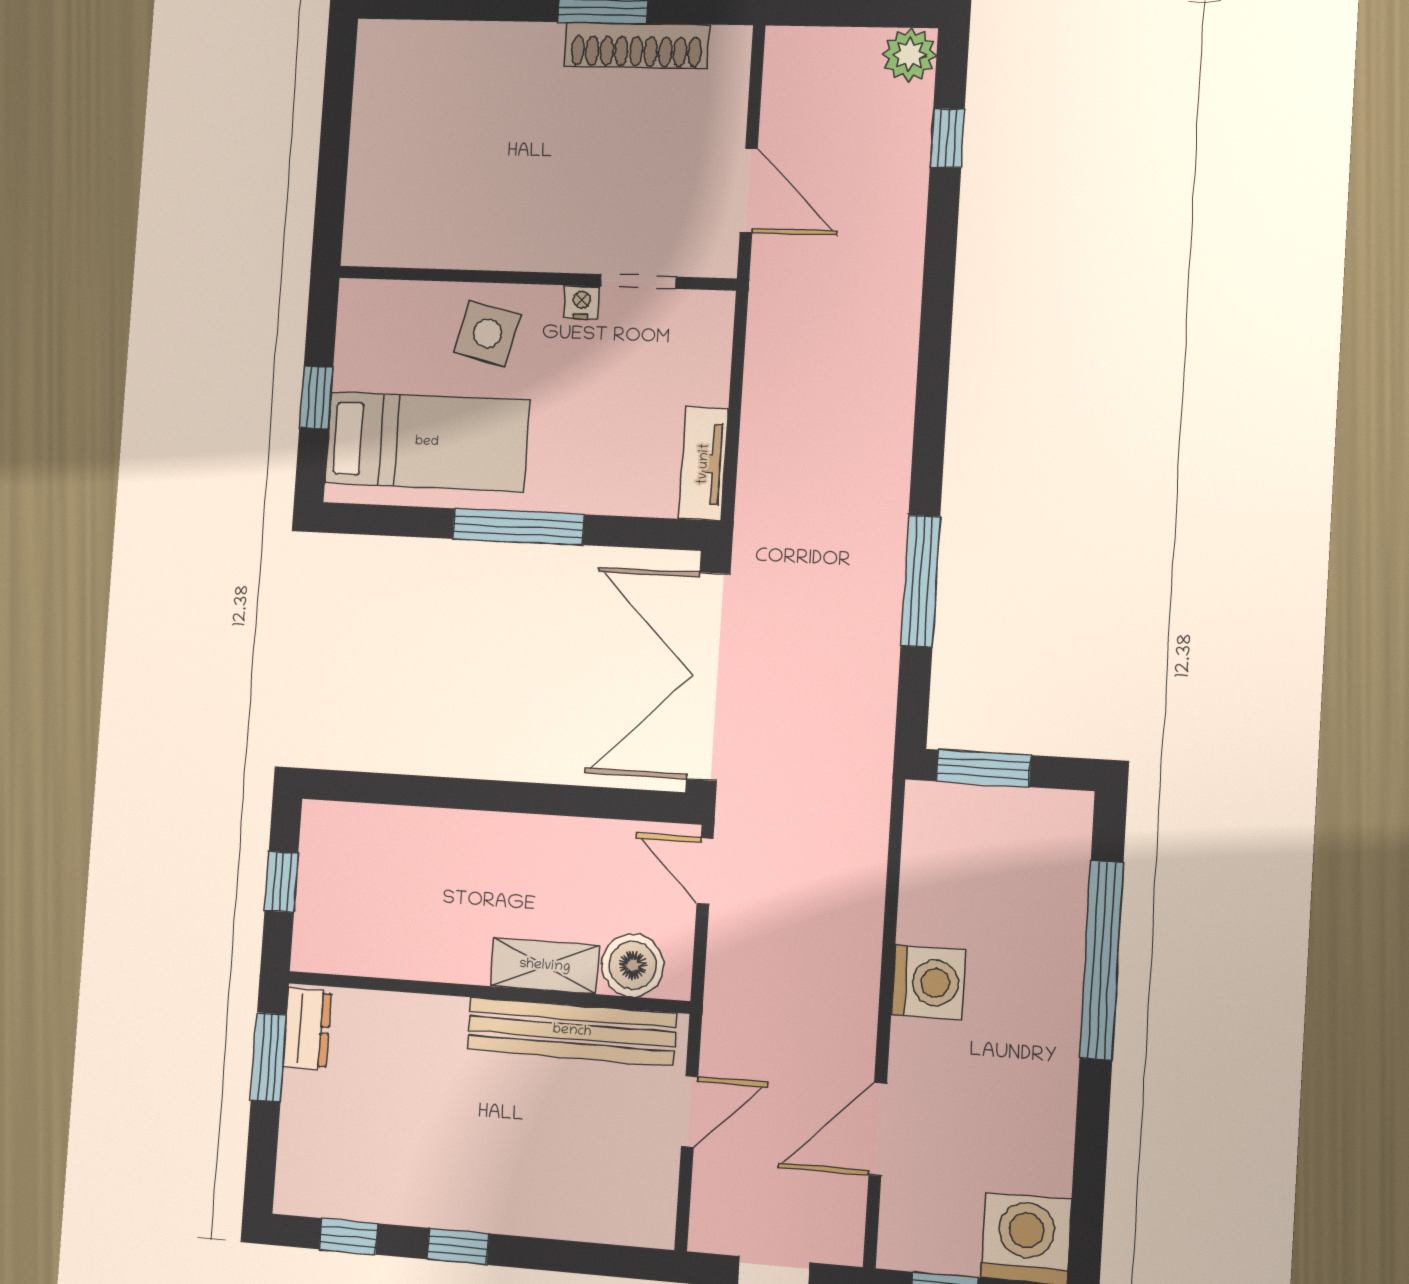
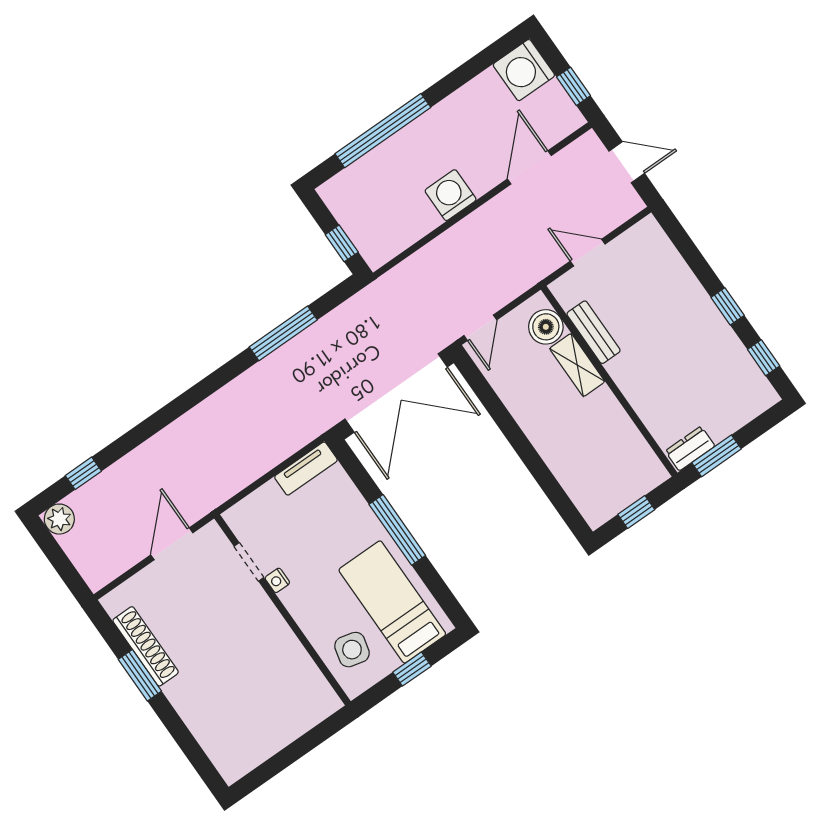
side table: (487, 333) -> (352, 650), moved
window: (983, 768) -> (342, 243), width x0.67
bench: (572, 1031) -> (594, 332), width x0.54, depth x0.82
door: (878, 1129) -> (529, 167), swing flipped

